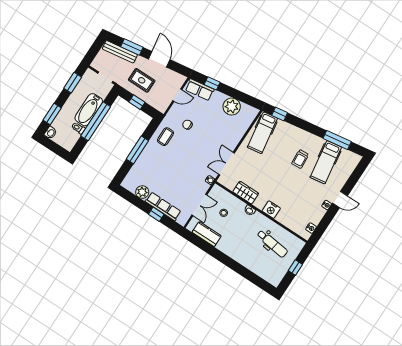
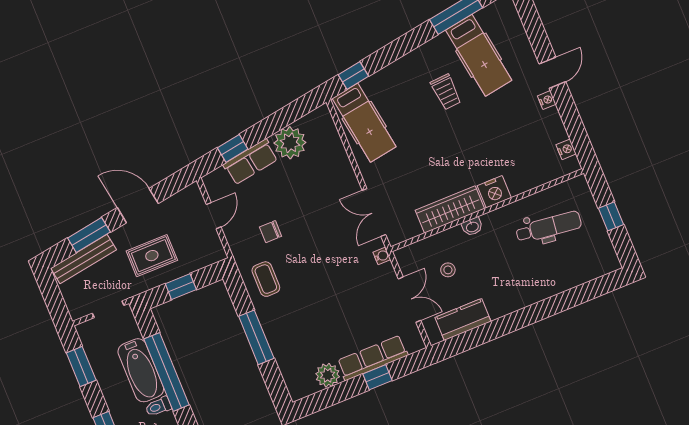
row of seats: (200, 90) -> (251, 162), moved
wardrobe: (246, 193) -> (450, 209), width x1.50

